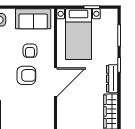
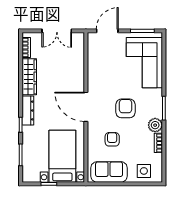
armchair: (26, 75) -> (125, 108), moved, turned 90
door: (56, 82) -> (86, 107), hinge flipped

